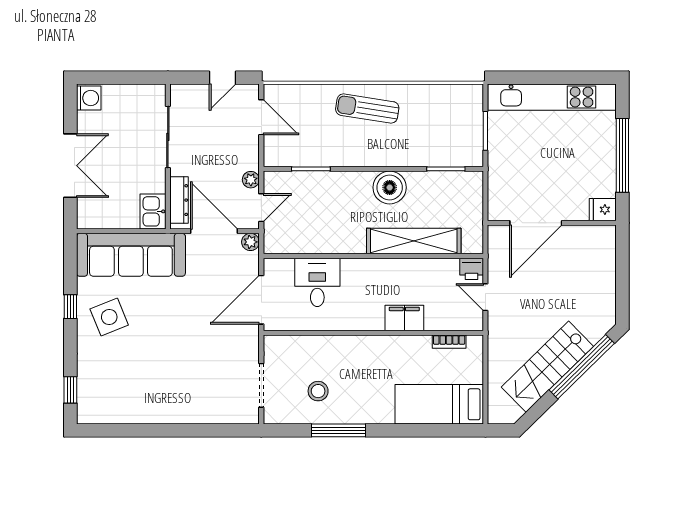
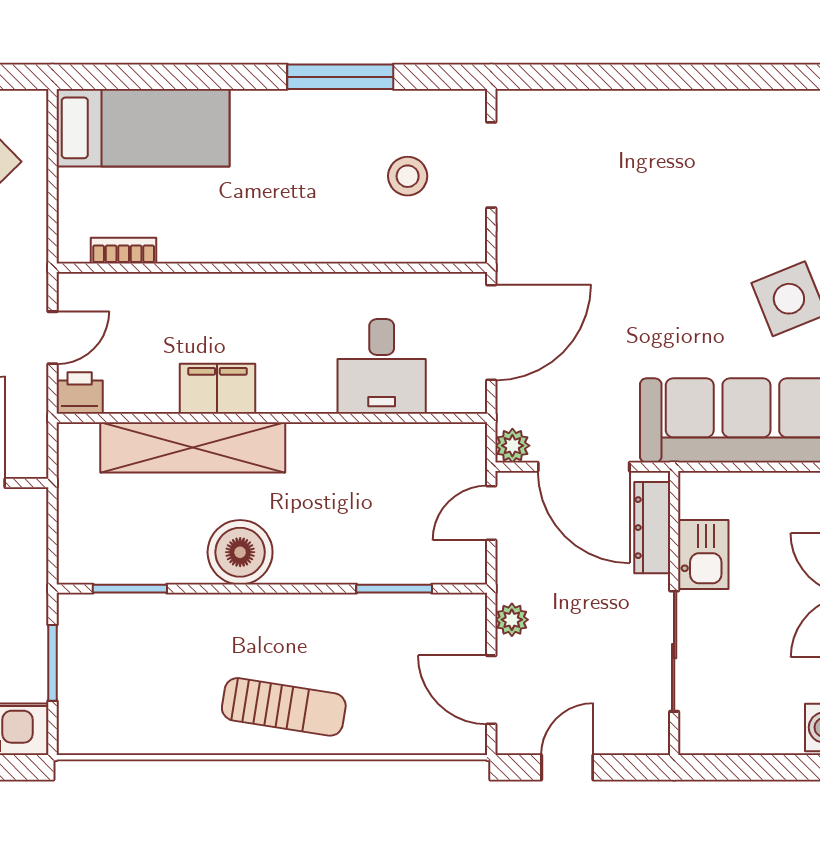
plant: (251, 180) -> (512, 620), moved
kitchen sink: (153, 211) -> (703, 554), moved
door: (485, 297) -> (53, 338), hinge flipped
filing cabinet: (404, 318) -> (217, 389), moved, turned 180
stool: (318, 391) -> (408, 176), moved

